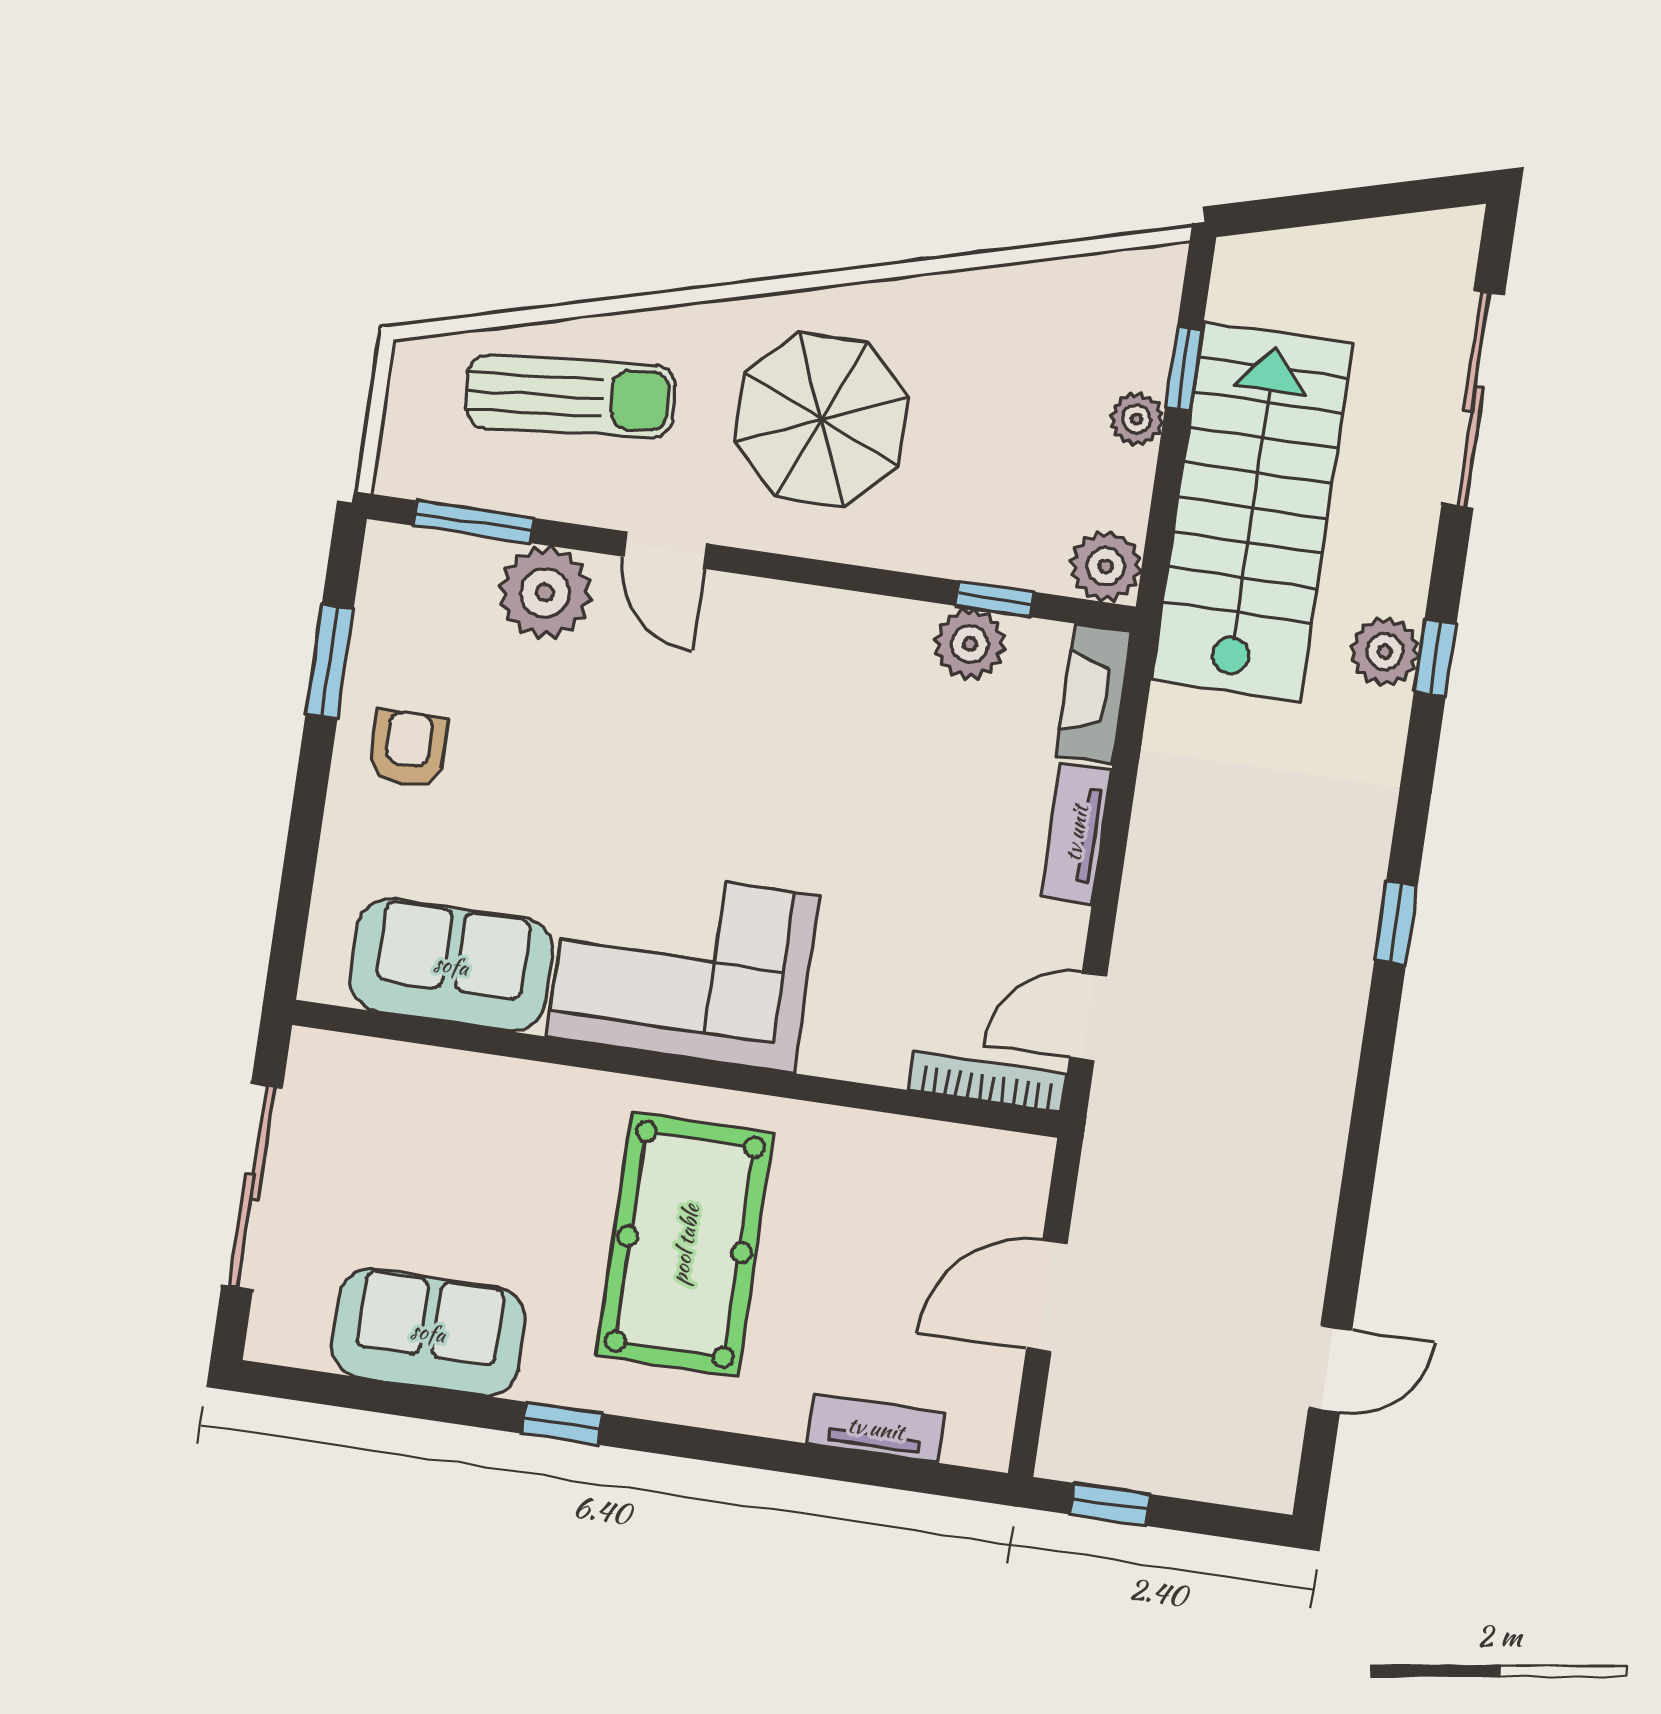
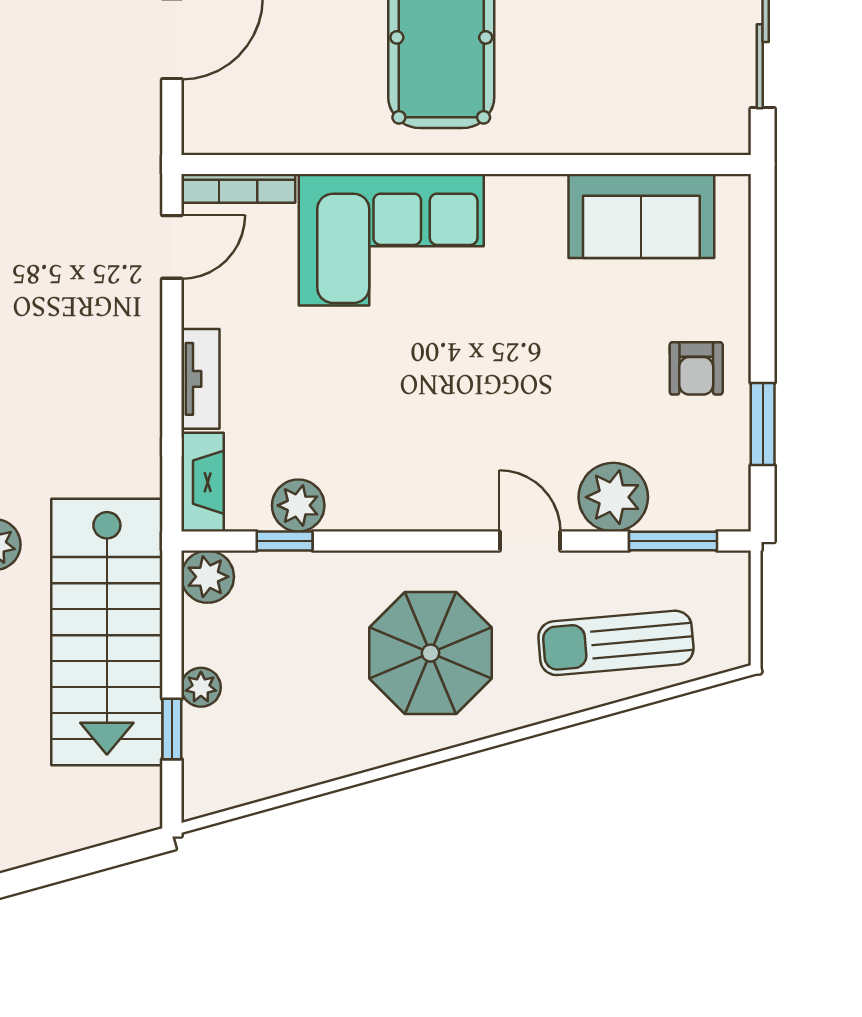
corner sofa: (683, 966) -> (391, 240), moved

